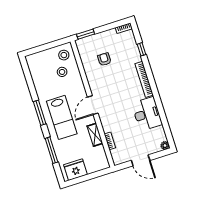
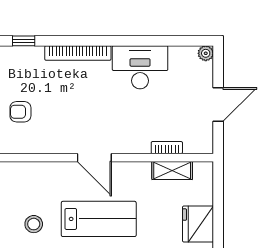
stool: (62, 72) -> (34, 224), moved
shelving: (95, 135) -> (172, 170), moved

